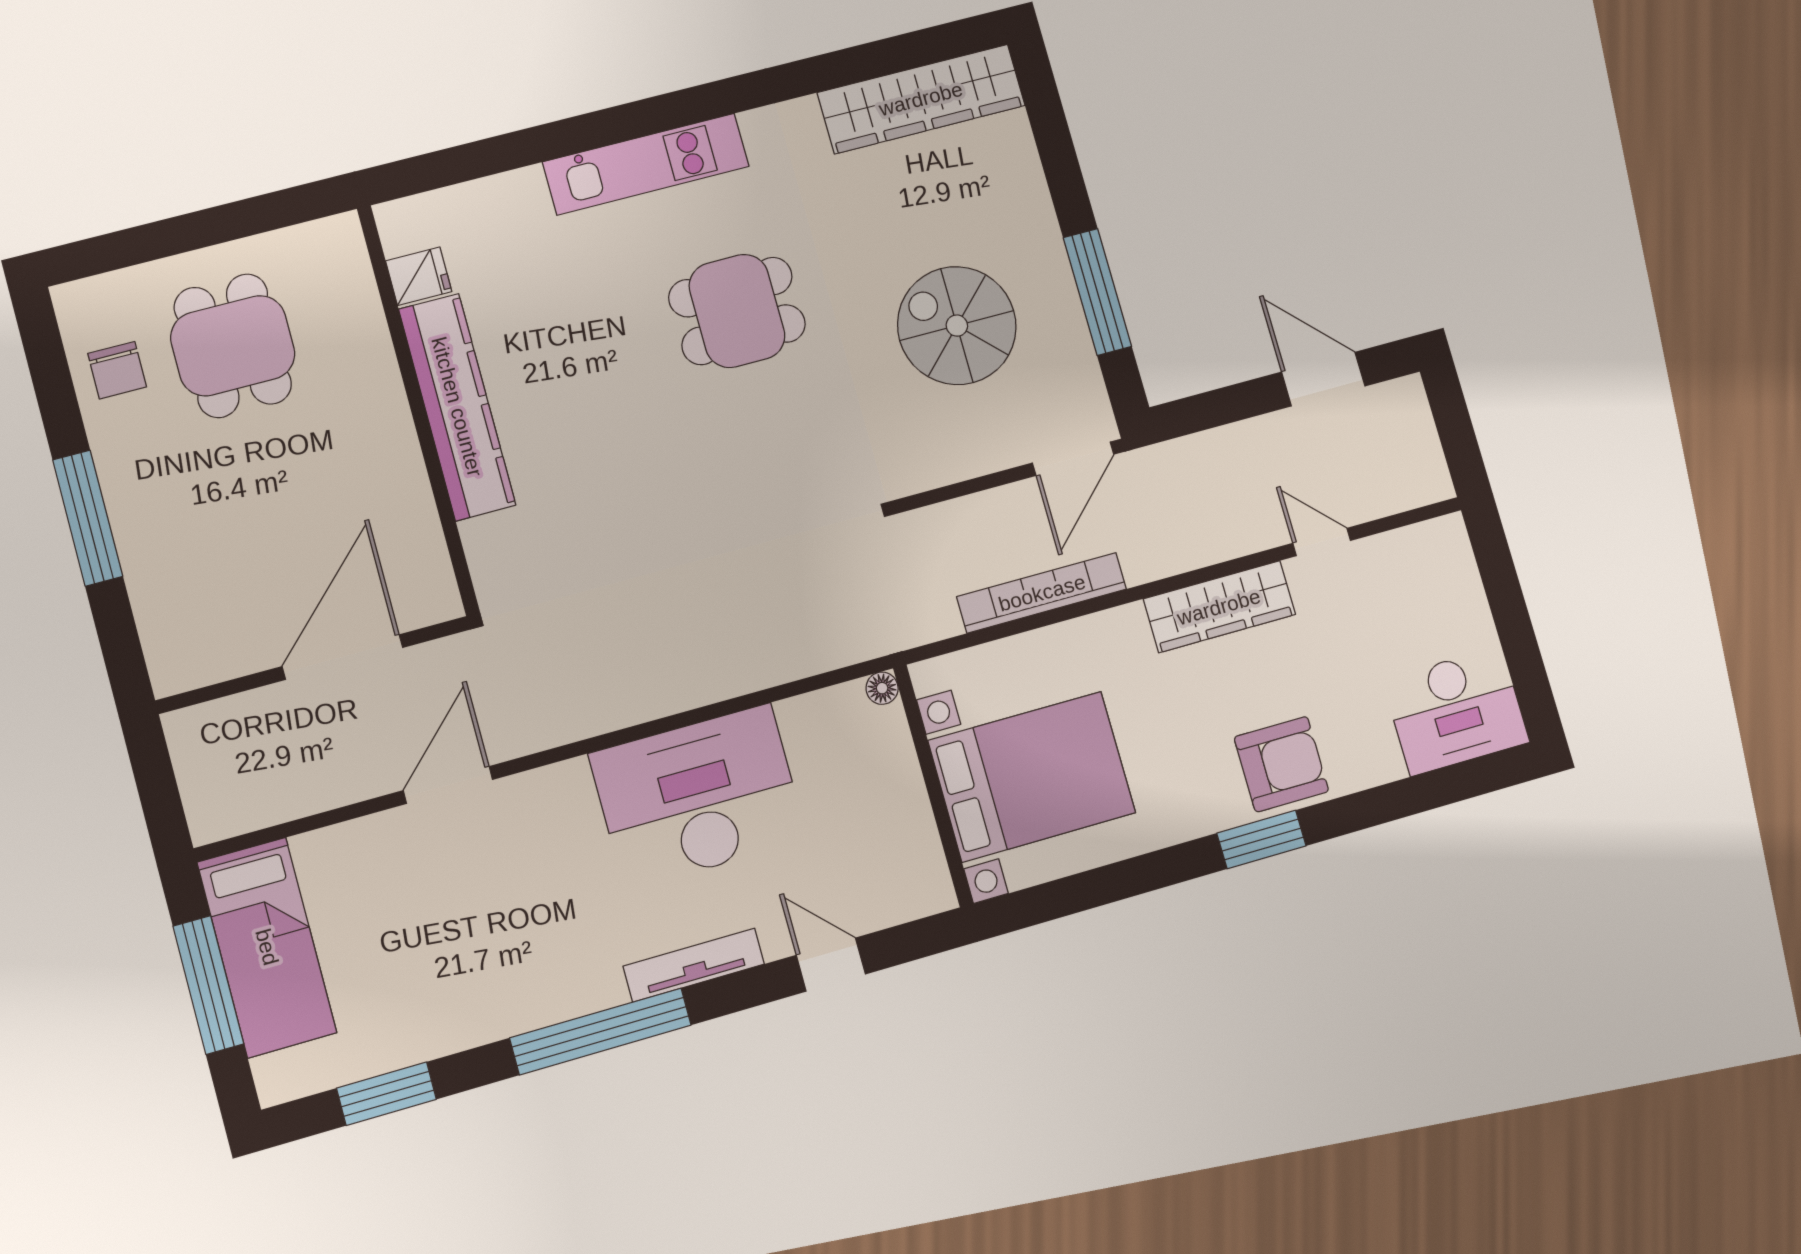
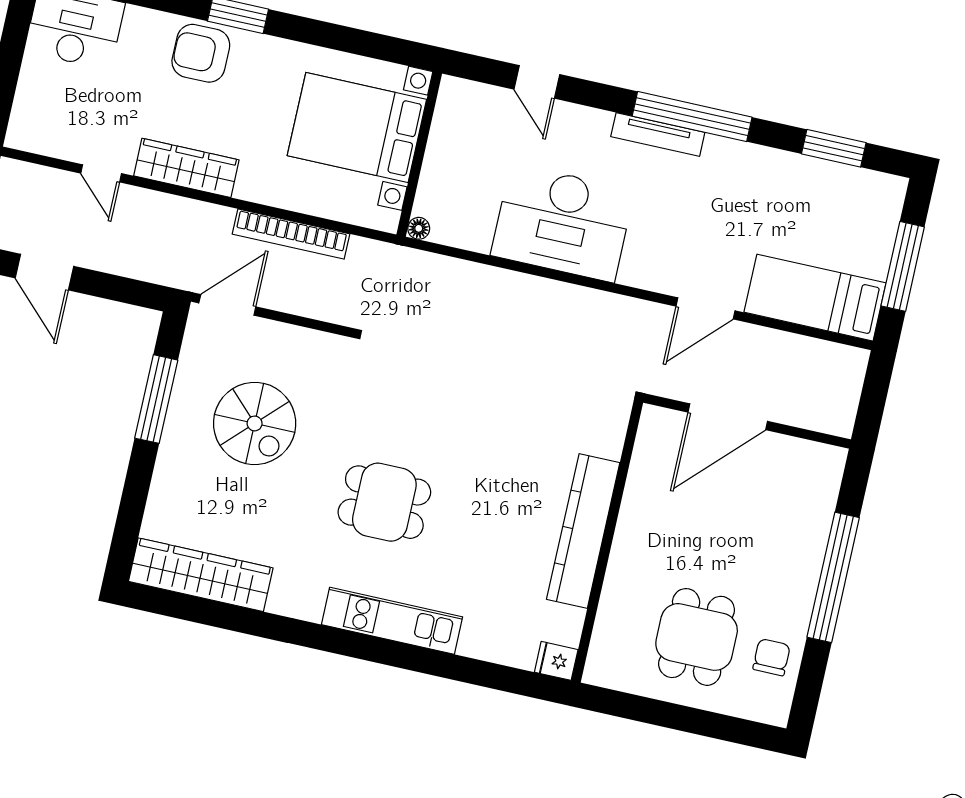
fridge: (419, 276) -> (556, 661), moved
window: (88, 518) -> (833, 577), width x1.46
bed: (267, 947) -> (815, 298), moved, turned -90
tv unit: (694, 965) -> (658, 134), moved

